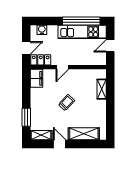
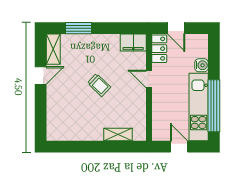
water cooler: (42, 30) -> (201, 65), moved
shelving: (84, 134) -> (55, 109), removed

